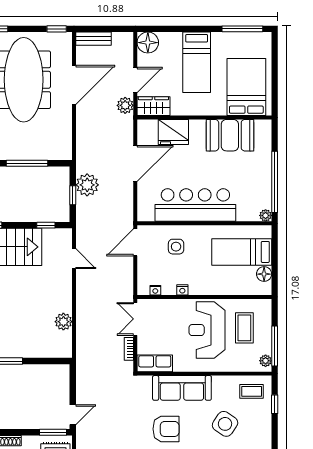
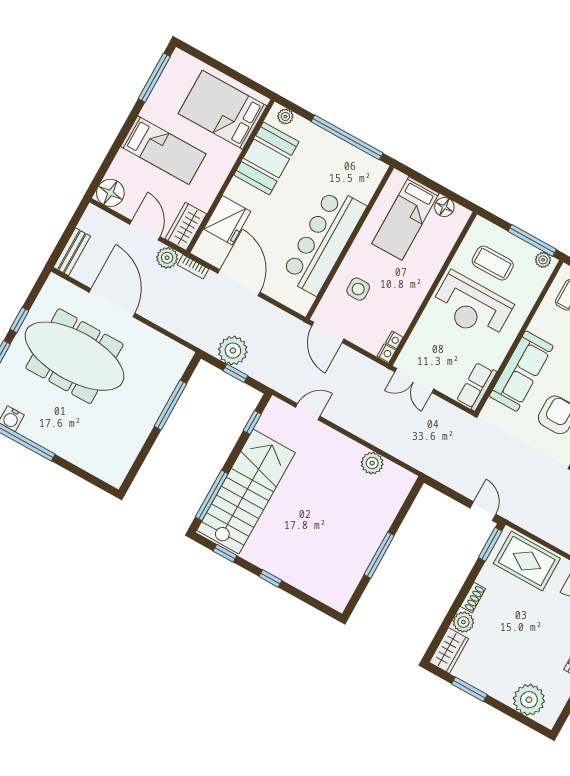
window: (57, 29) -> (19, 320), moved
plant: (266, 215) -> (285, 116), moved
nightstand: (182, 290) -> (386, 353), moved
bookcase: (129, 349) -> (193, 267), moved

